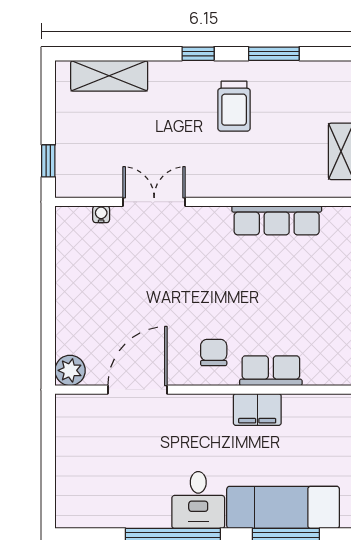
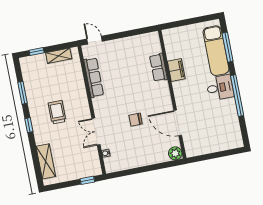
trolley: (234, 106) -> (57, 112), moved, turned -90
chair: (214, 352) -> (136, 120), moved

